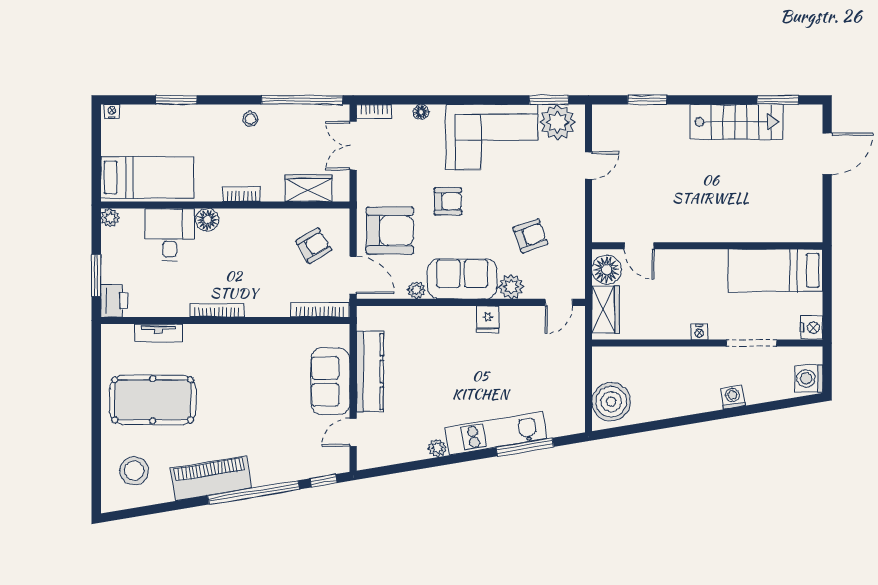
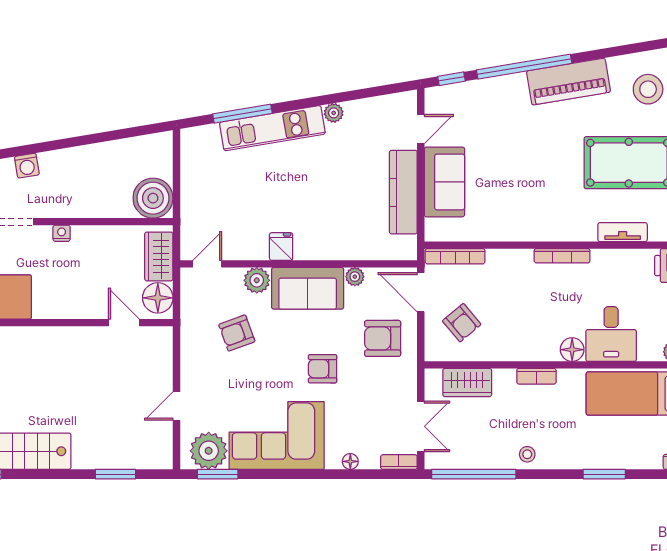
armchair: (390, 231) -> (383, 338), width x0.73, depth x0.73
armchair: (314, 246) -> (462, 323), turned -99
boiler: (611, 402) -> (153, 198), moved

